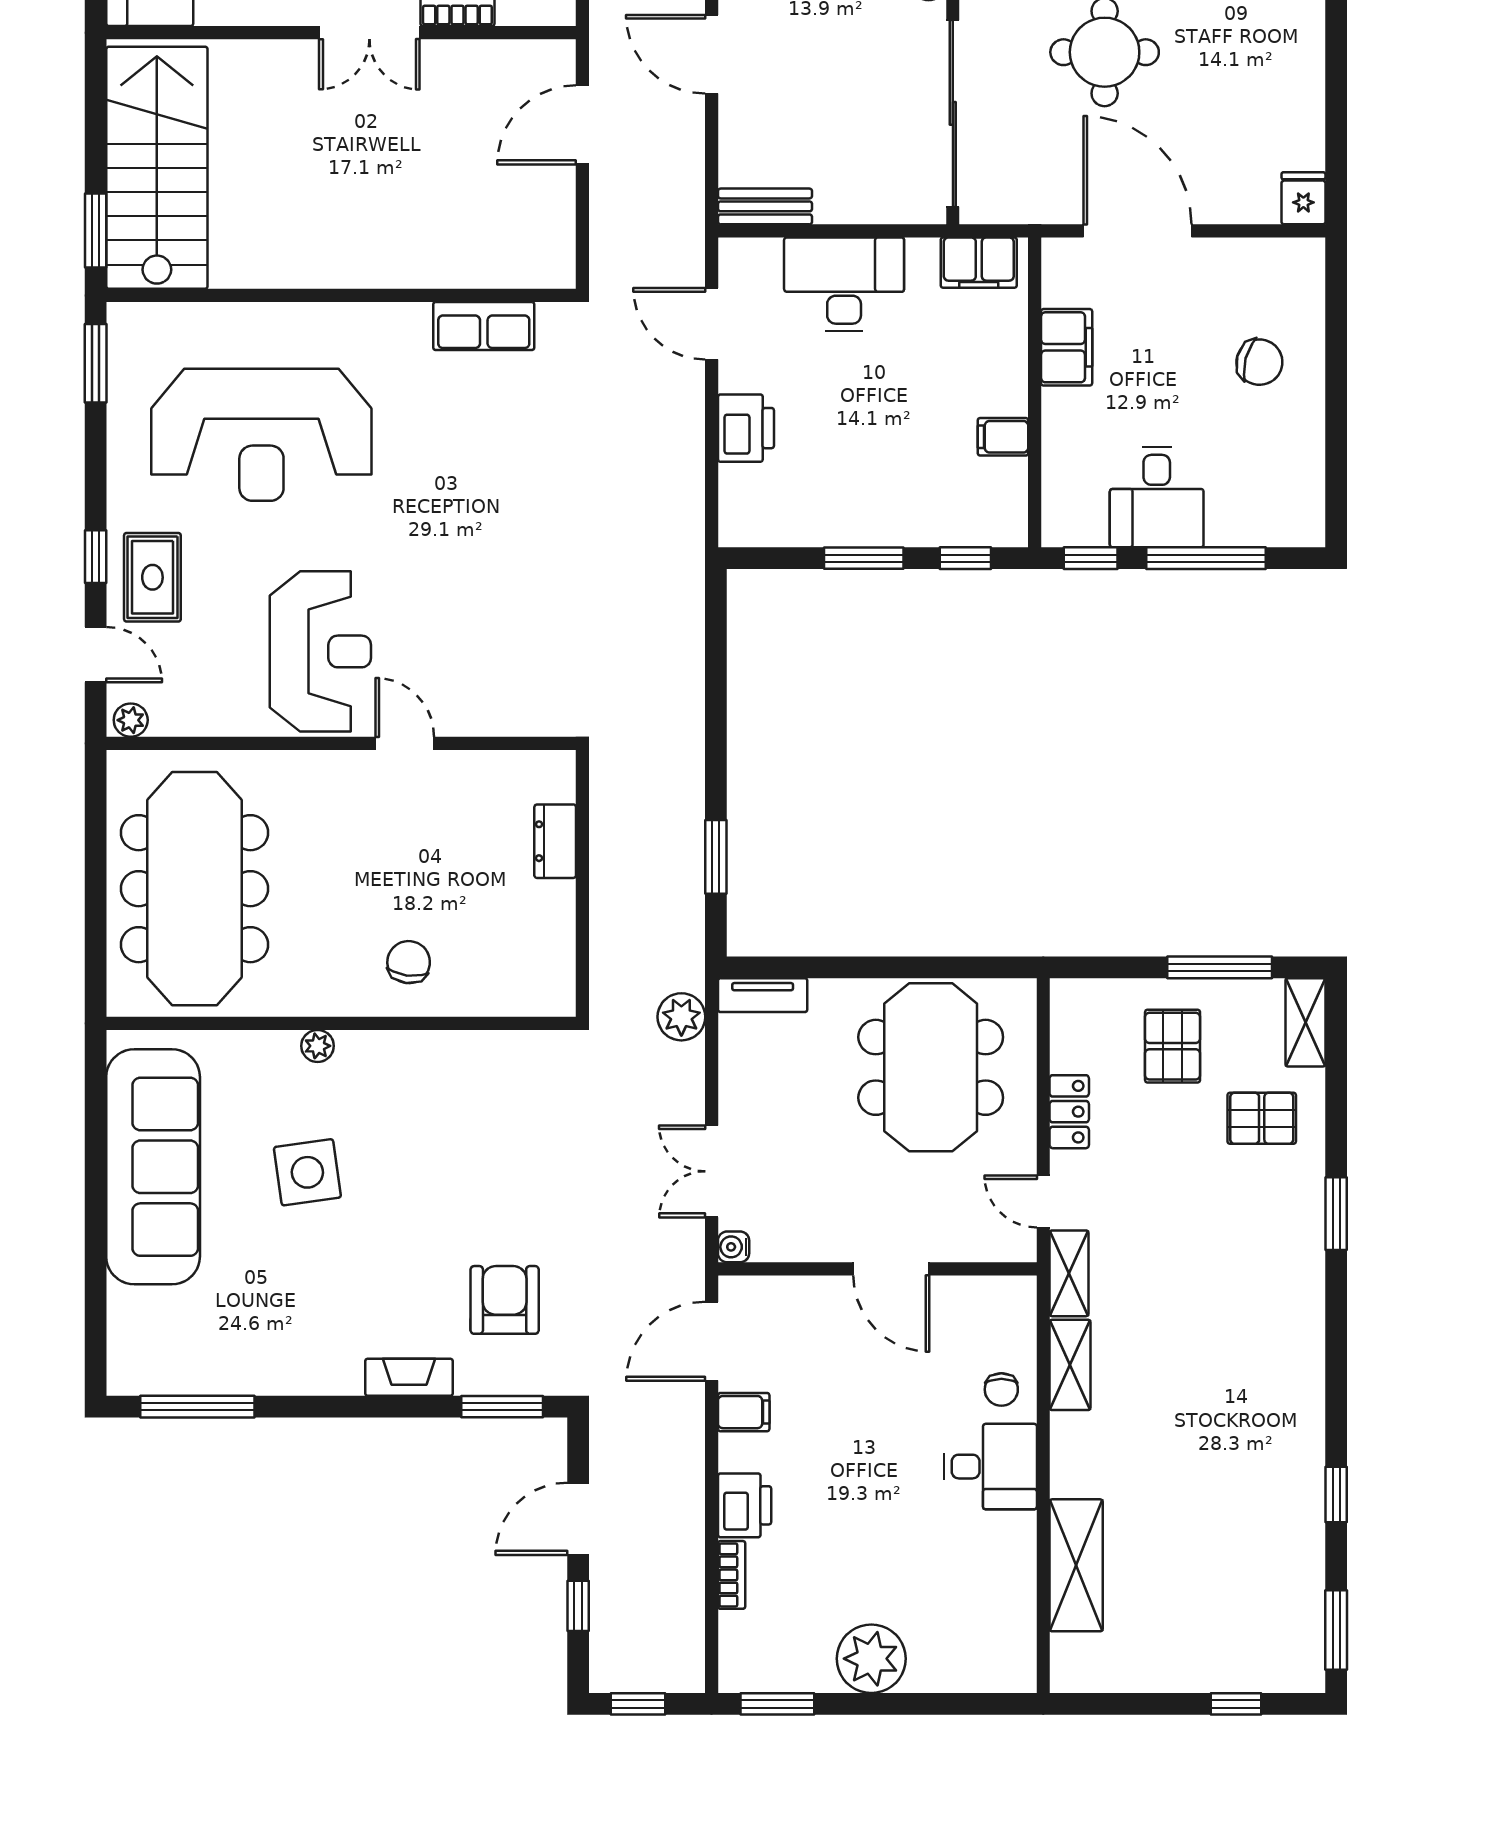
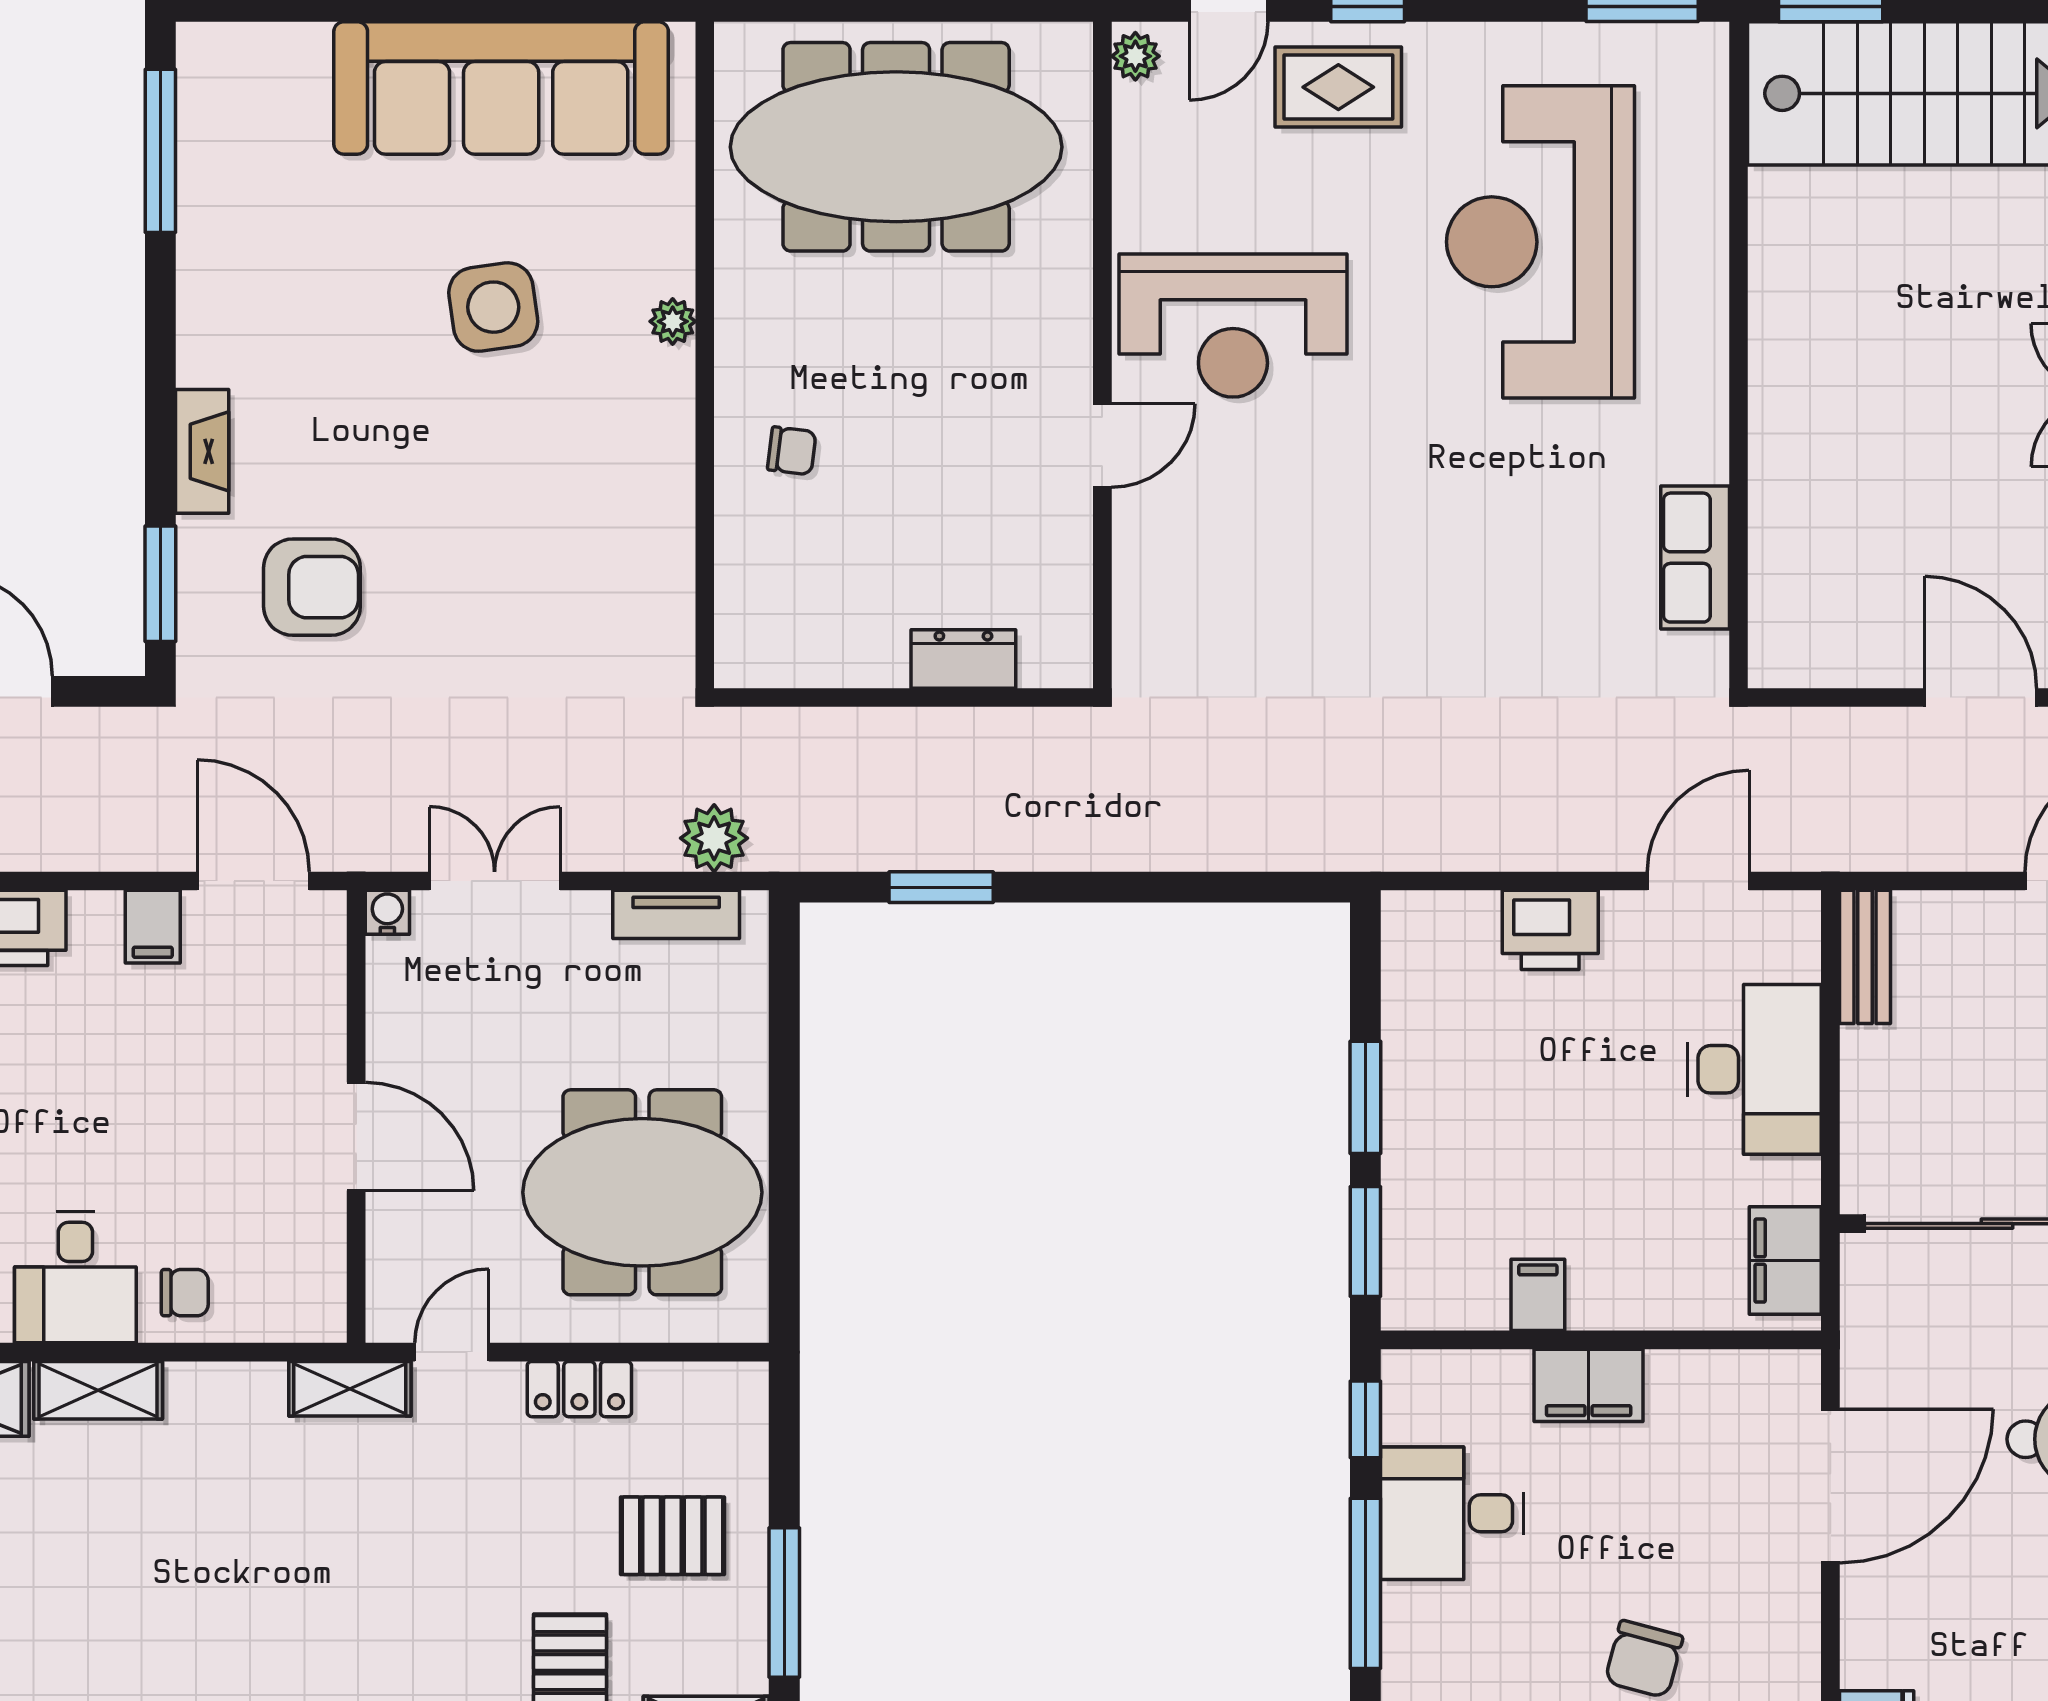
filing cabinet: (1067, 347) -> (1589, 1385), moved
window: (965, 558) -> (1365, 1242), width x1.50
chair: (409, 962) -> (792, 451), width x0.73, depth x0.73
tv unit: (763, 995) -> (676, 914), moved, turned -90
door: (891, 1269) -> (356, 1136), swing flipped
shelving: (1070, 1365) -> (98, 1390), moved
chair: (1001, 1389) -> (185, 1293), turned 180

